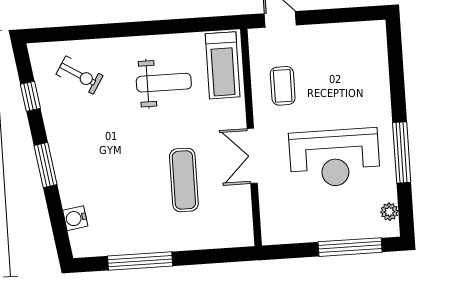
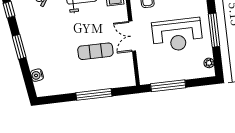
exercise mat: (184, 180) -> (95, 51), turned 90
window: (350, 247) -> (168, 86), moved
window: (140, 261) -> (94, 94), moved

